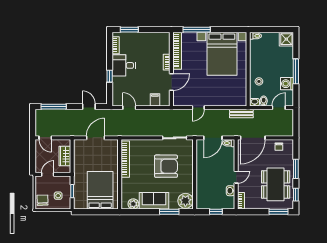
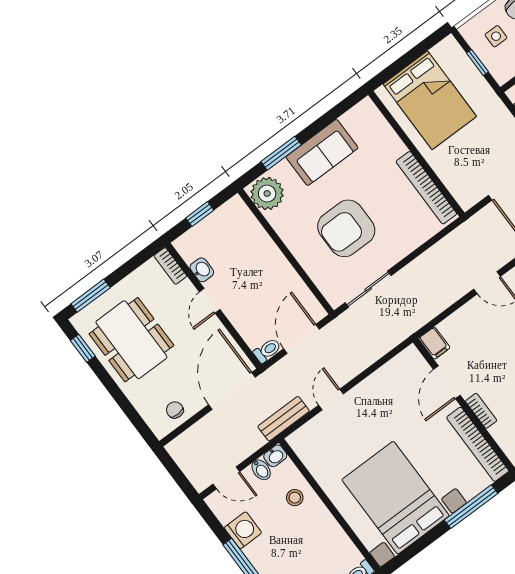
filing cabinet: (155, 100) -> (434, 343), moved
door: (198, 108) -> (331, 399), moved
door: (279, 108) -> (226, 478), hinge flipped
window: (296, 169) -> (116, 393), removed
plant: (133, 204) -> (354, 120), removed

